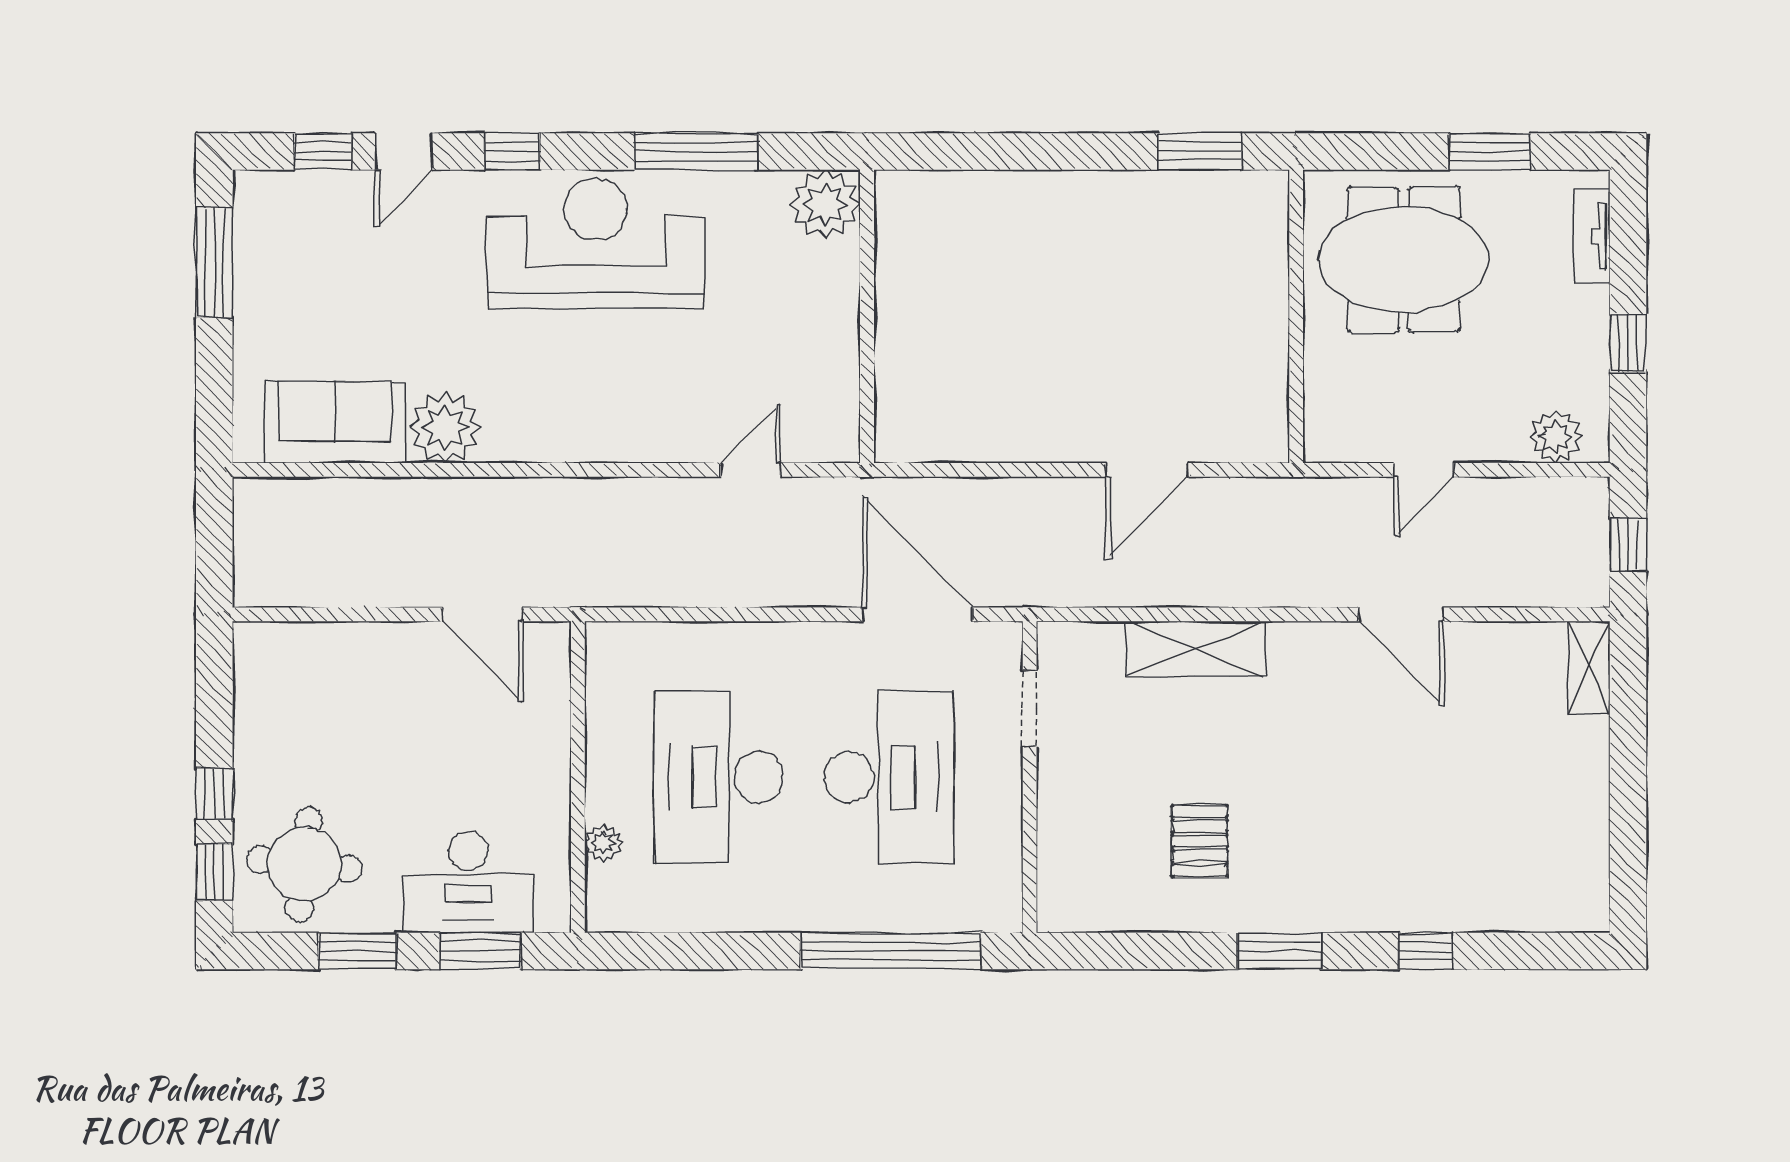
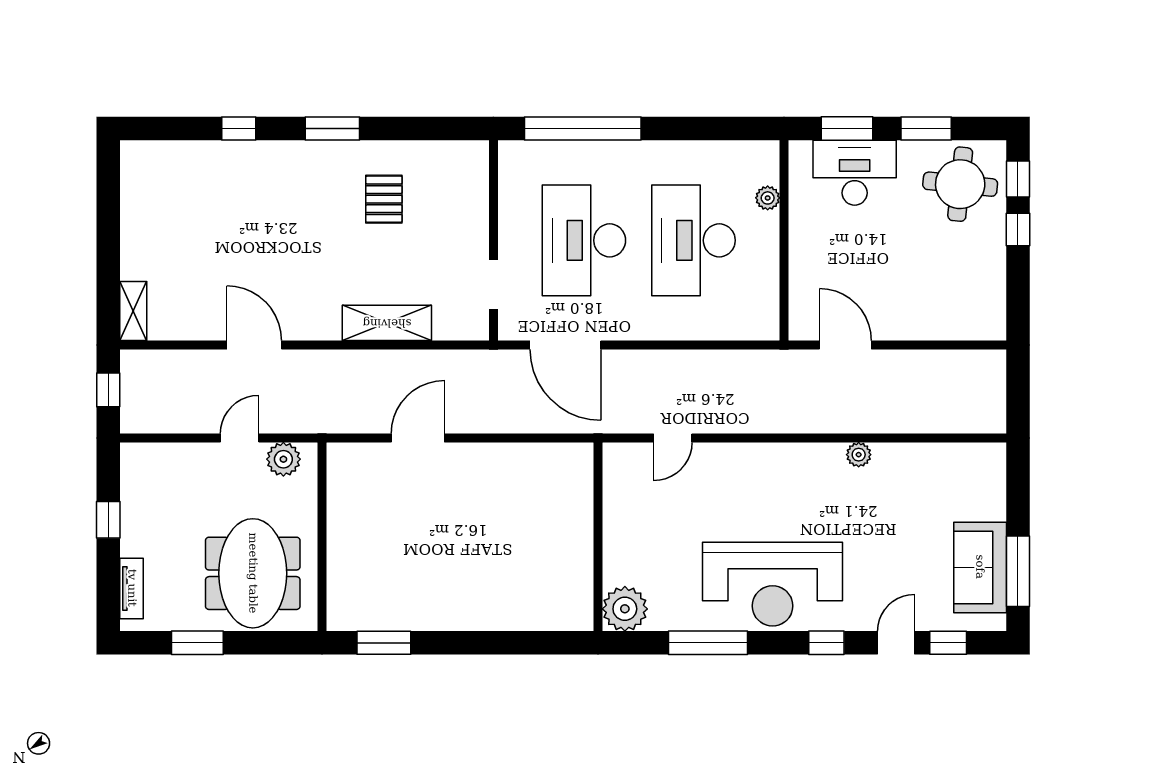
meeting table: (1404, 260) -> (253, 573), turned 90
sofa: (335, 422) -> (980, 567), moved, turned 90
plant: (445, 427) -> (859, 455), width x0.53, depth x0.53
plant: (1556, 437) -> (283, 459), moved
desk: (719, 777) -> (694, 240), turned 180

